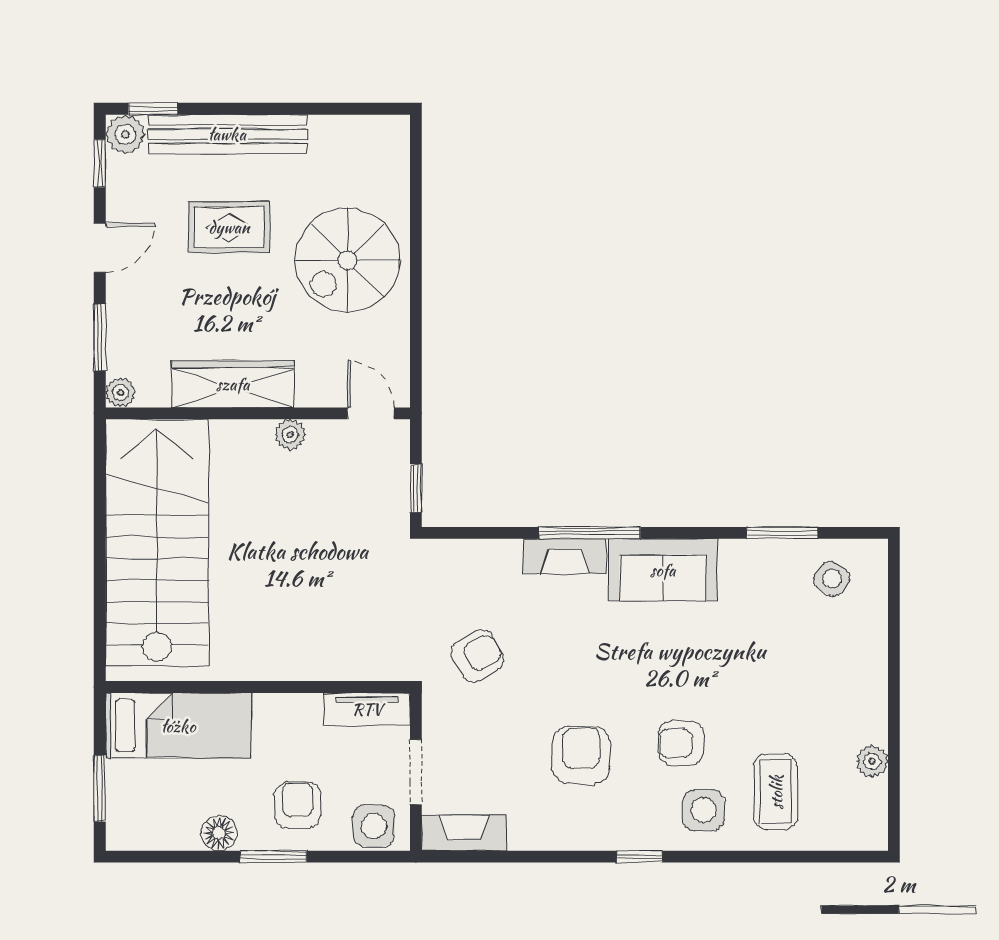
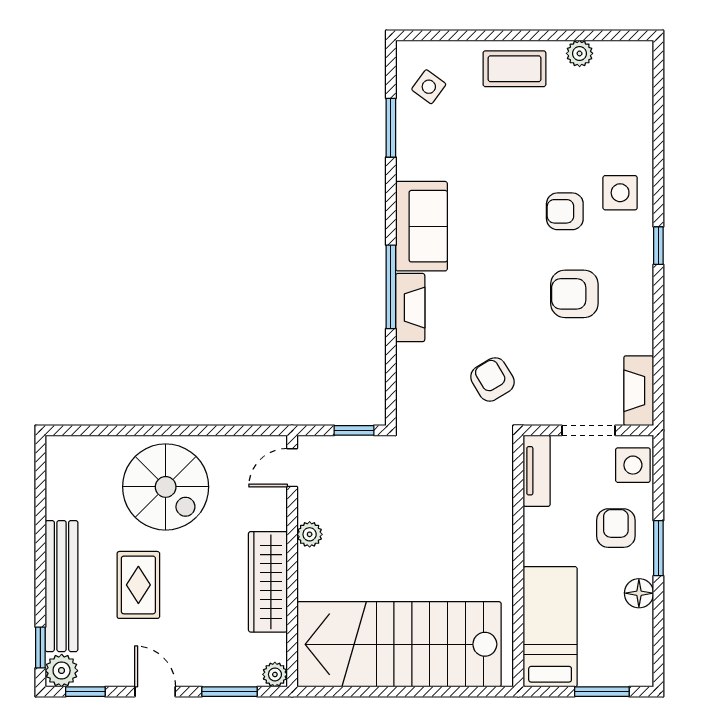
armchair: (681, 743) -> (565, 211), turned 90
coffee table: (776, 792) -> (514, 69), moved
armchair: (298, 805) -> (616, 528), turned 90

